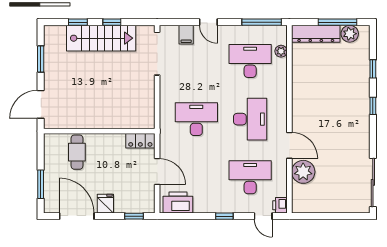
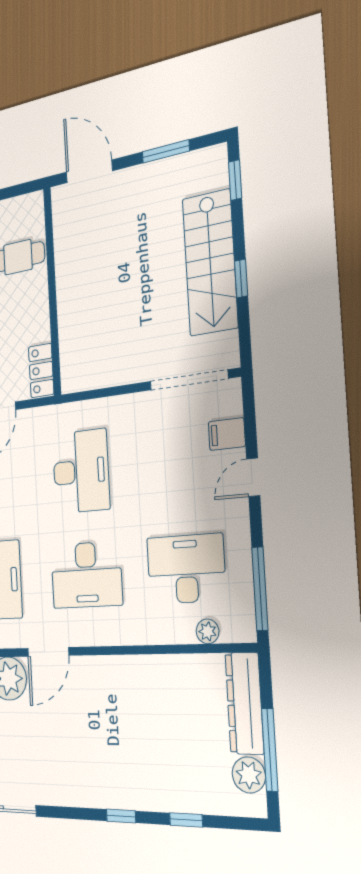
window: (78, 22) -> (235, 180), moved
desk: (250, 61) -> (186, 569), turned -90

